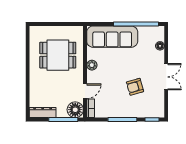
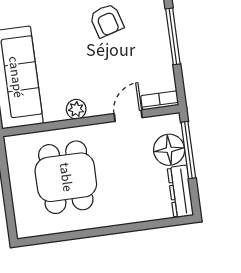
door: (85, 91) -> (128, 116), hinge flipped
floor lamp: (75, 110) -> (169, 150), moved

